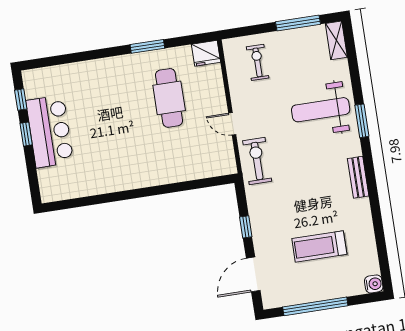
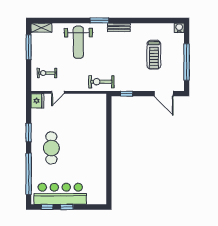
window: (75, 58) -> (29, 174), added
cafe table: (169, 98) -> (51, 148), moved, turned 90
window: (362, 121) -> (99, 20), moved
door: (232, 124) -> (58, 92), moved
bar counter: (50, 131) -> (60, 194), width x1.36
window: (246, 227) -> (127, 94), moved

